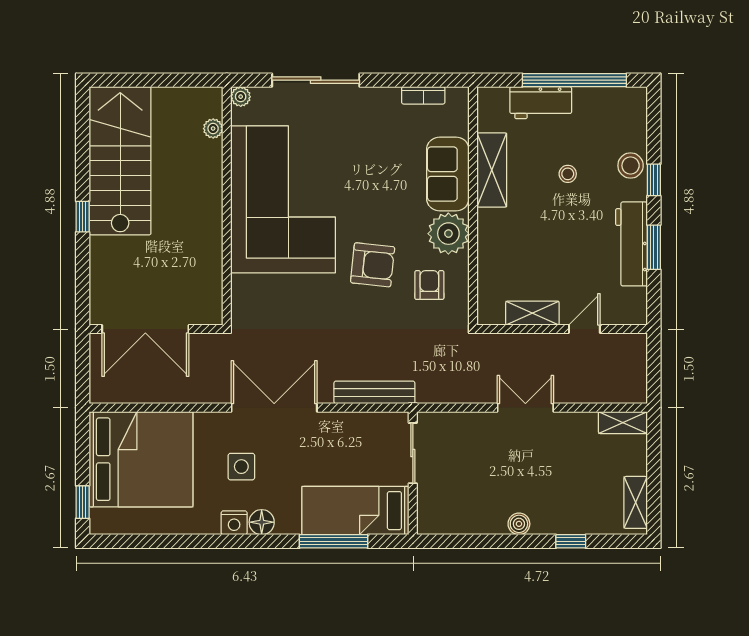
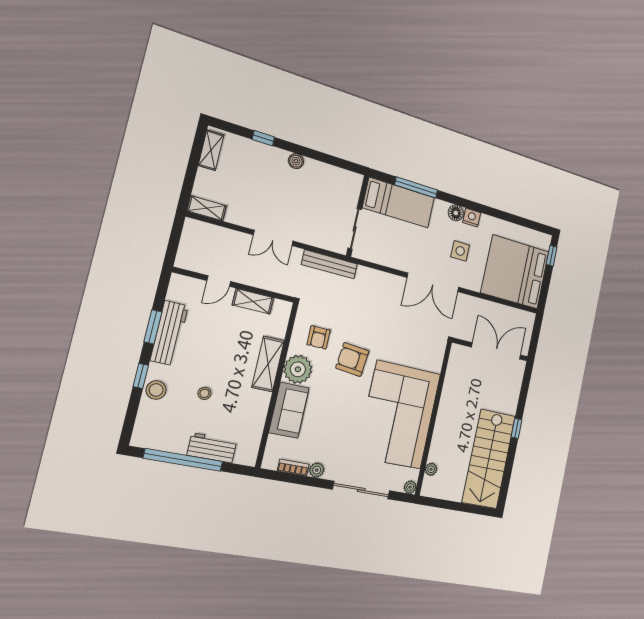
plant: (389, 98) -> (317, 470), added
shelving: (492, 170) -> (268, 364), moved
bench: (374, 392) -> (329, 264), moved

